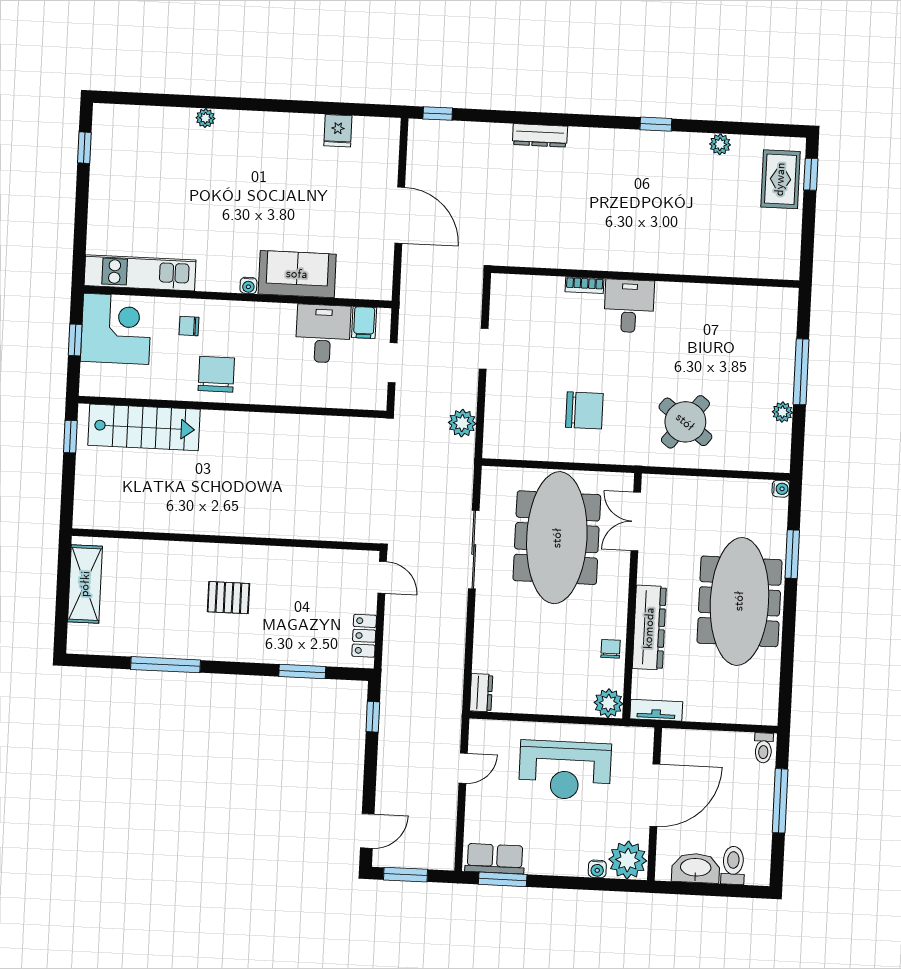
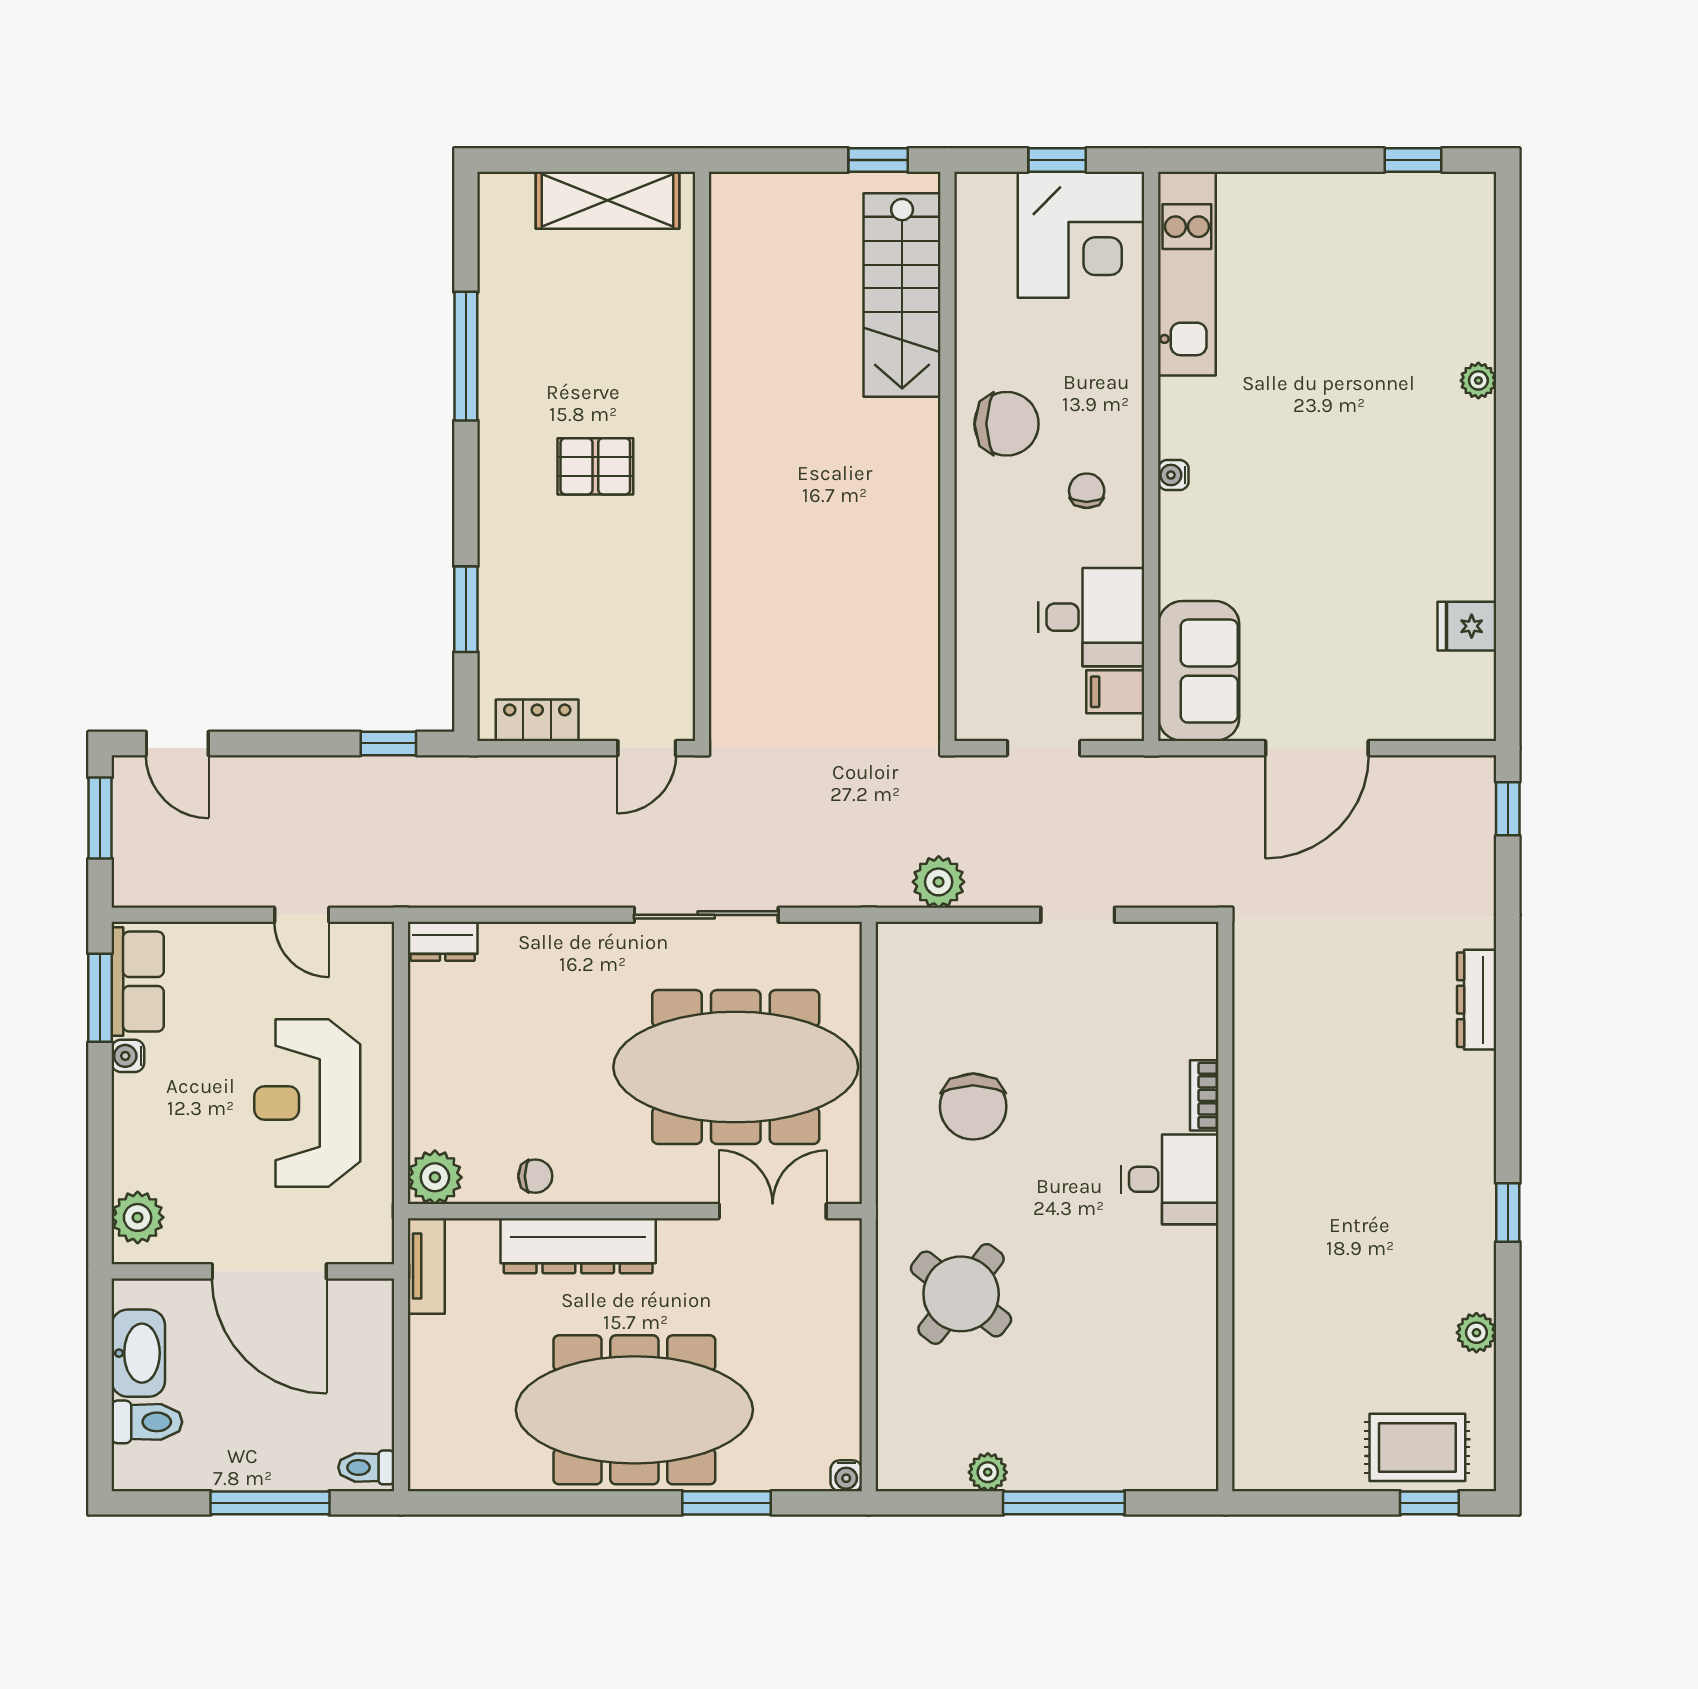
sofa: (297, 274) -> (1199, 671), moved
chair: (189, 326) -> (1087, 491), moved
pallet: (228, 598) -> (595, 466), turned 90
plant: (628, 860) -> (138, 1217), width x0.73, depth x0.73
water cooler: (597, 869) -> (128, 1056), moved

